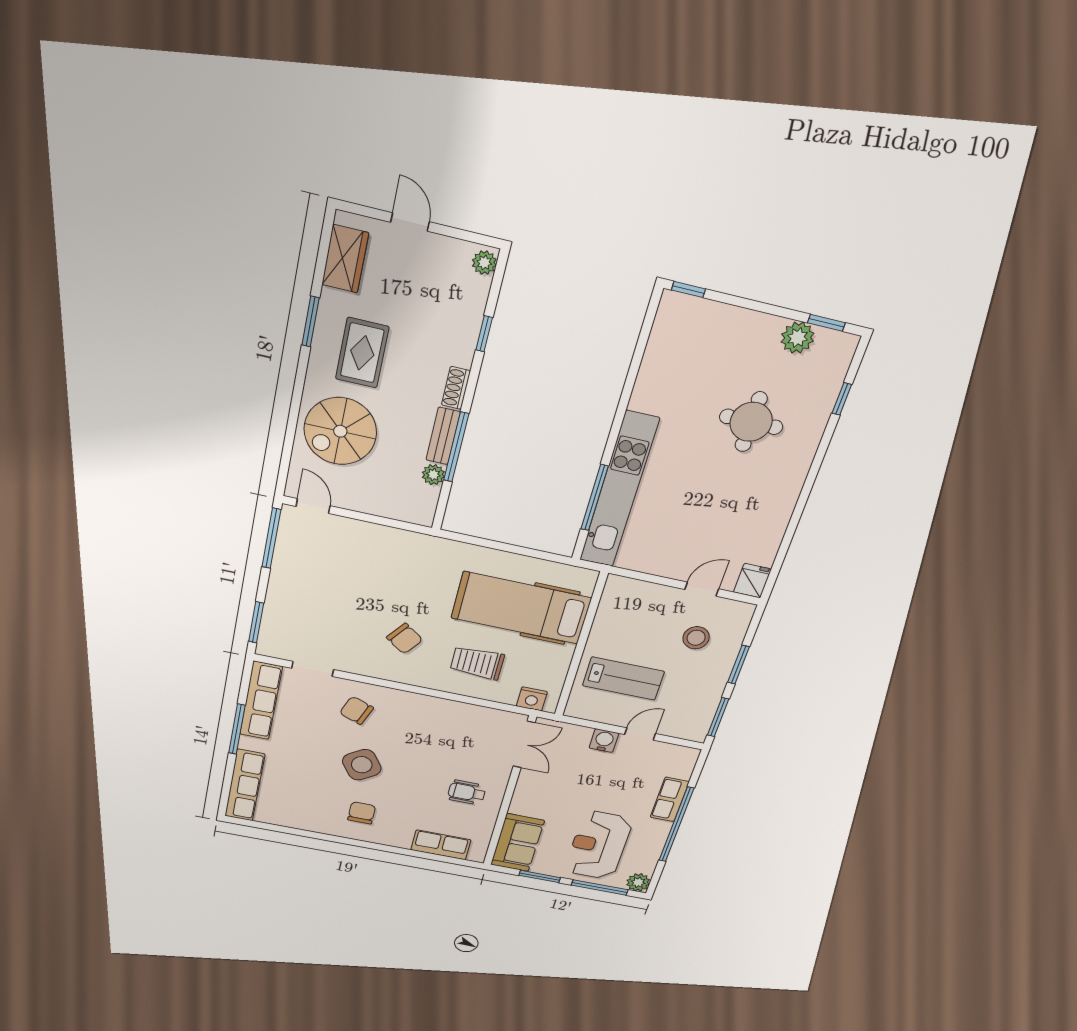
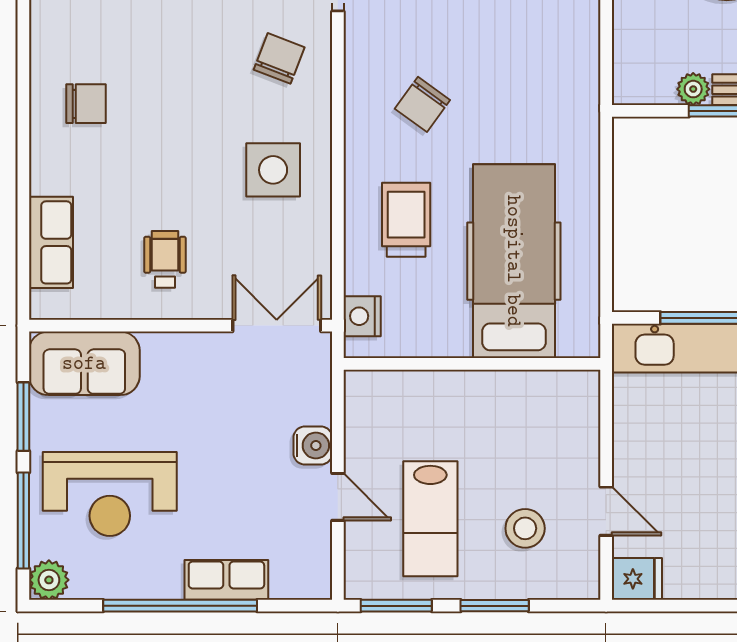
lab bench: (623, 679) -> (430, 519), moved
double door: (524, 744) -> (277, 326), swing flipped
side table: (362, 765) -> (273, 170), moved, turned 34
reception desk: (598, 845) -> (110, 494), turned 180

